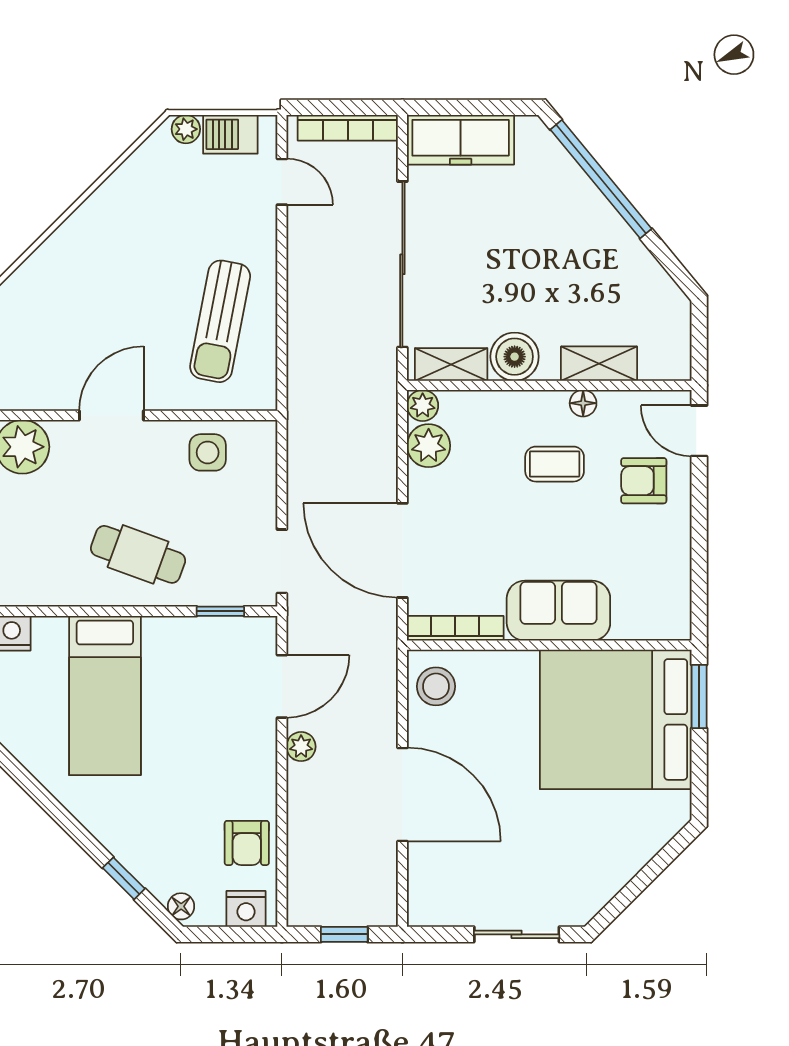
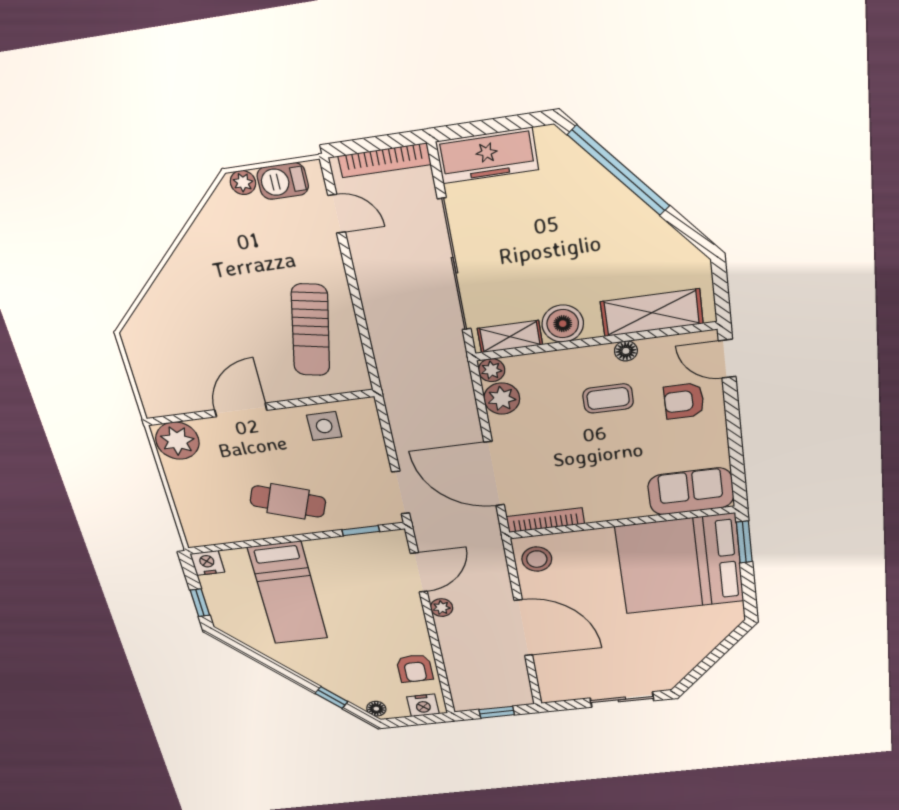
shelving: (599, 364) -> (652, 313), width x1.50, depth x1.33
sofa: (558, 611) -> (691, 491), moved

